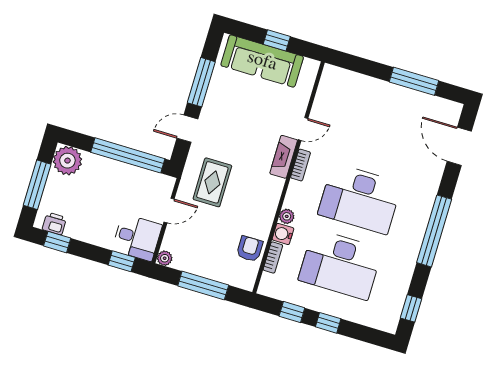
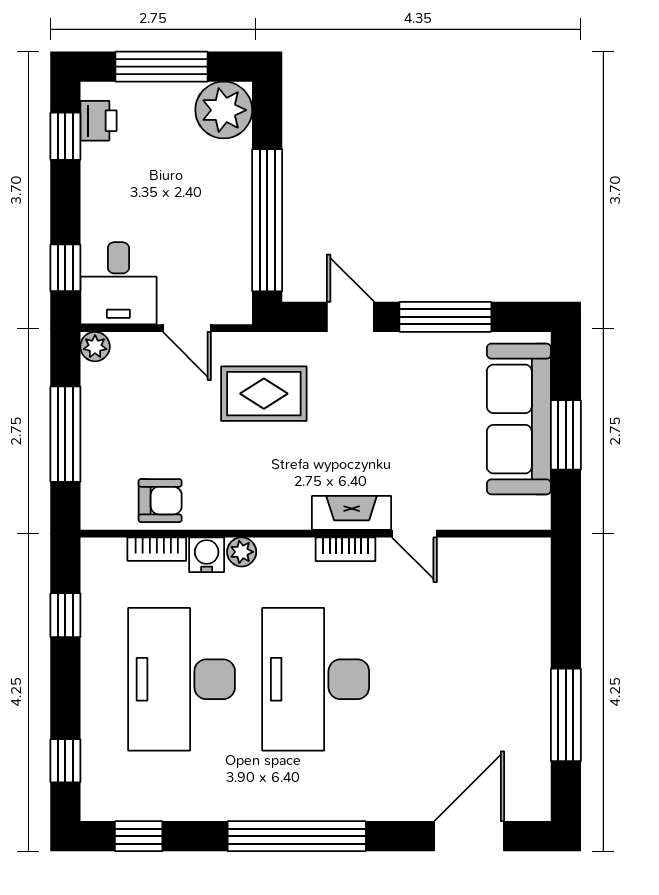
window: (277, 40) -> (566, 435), width x1.50
window: (328, 323) -> (65, 761), moved

